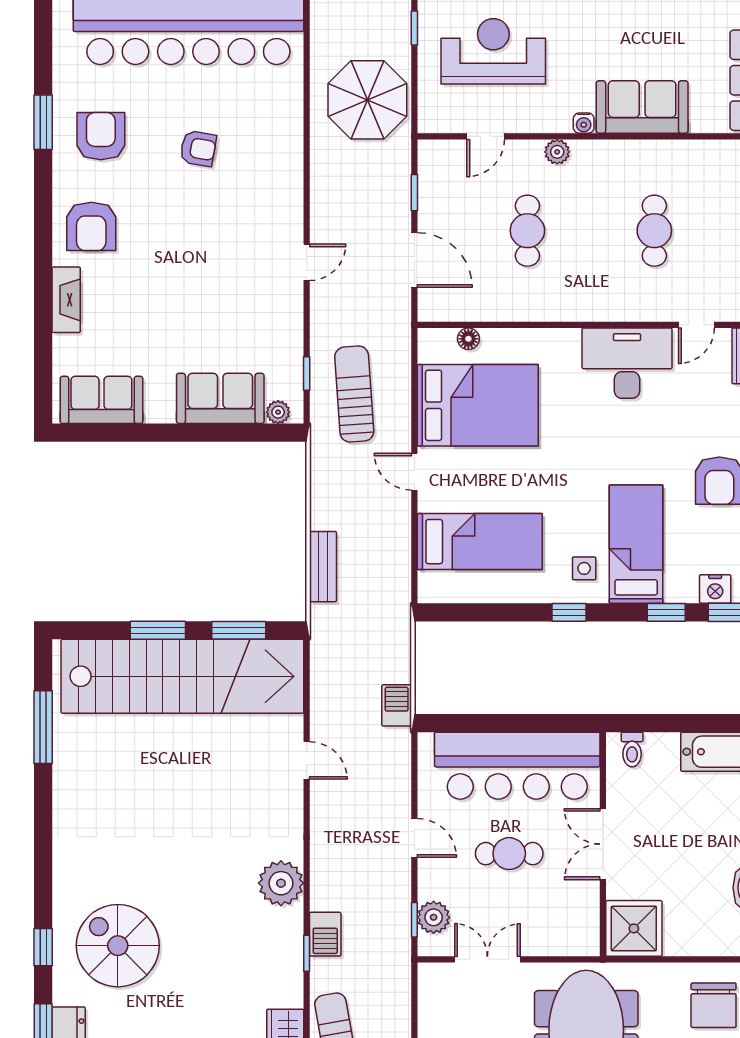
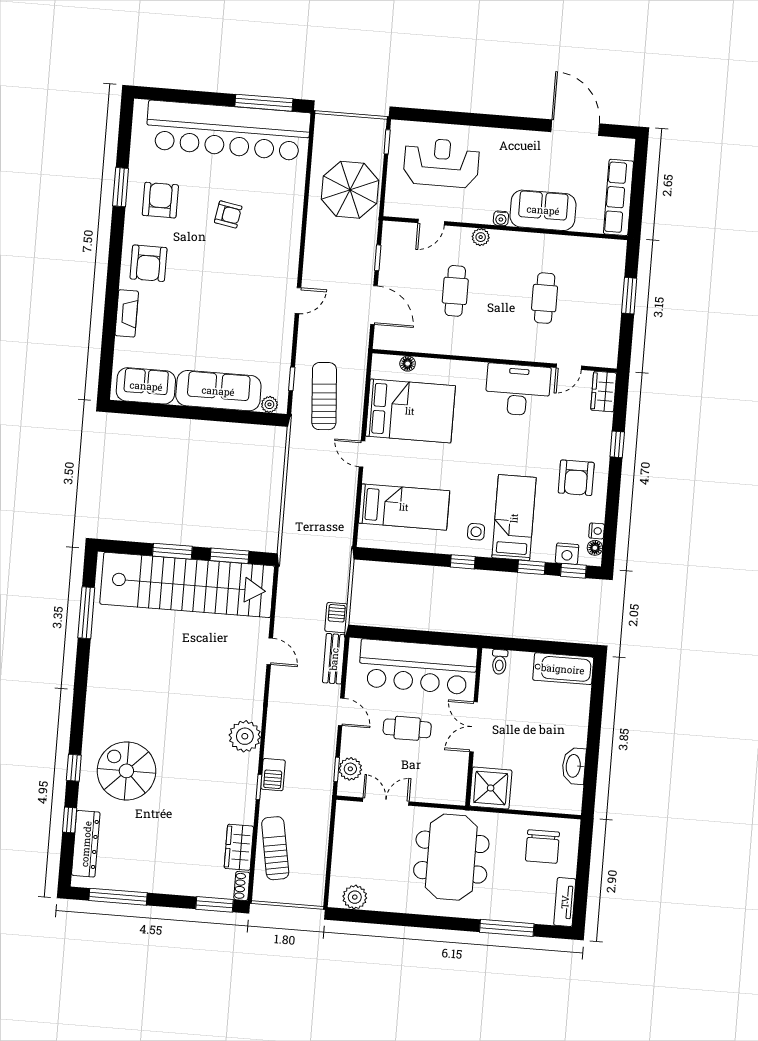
sofa: (220, 398) -> (218, 391), width x1.36
bench: (323, 567) -> (334, 659), moved

